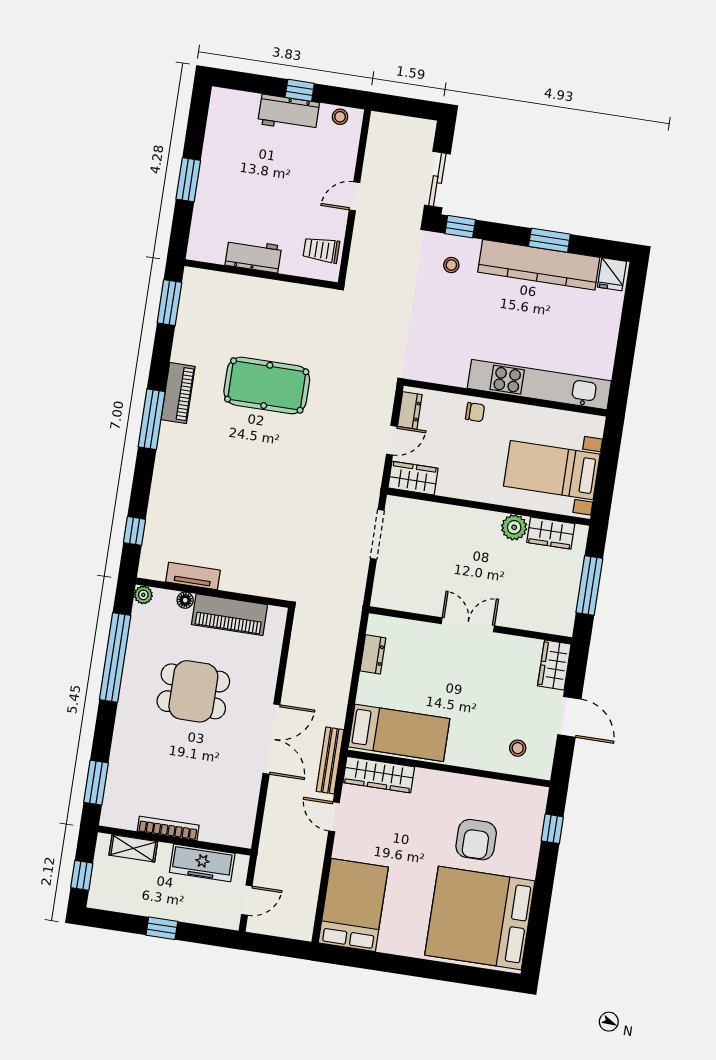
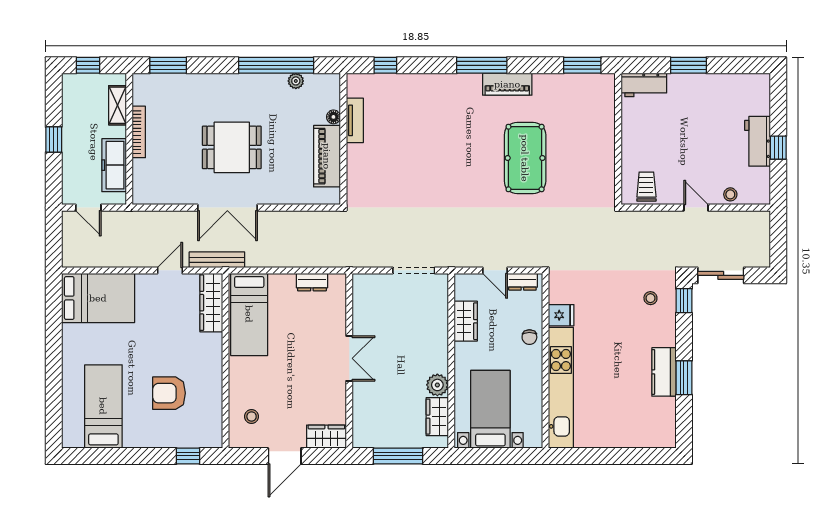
stool: (340, 117) -> (730, 194), moved
workbench: (253, 256) -> (644, 85), moved, turned 90
kitchen counter: (539, 265) -> (664, 372), width x0.48, depth x0.86
fridge: (612, 274) -> (561, 315), moved, turned 180
wardrobe: (413, 478) -> (466, 321), moved
plant: (143, 595) -> (296, 81), moved
dining table: (193, 691) -> (232, 147), moved, turned 90
bed: (480, 918) -> (103, 406), width x0.49

